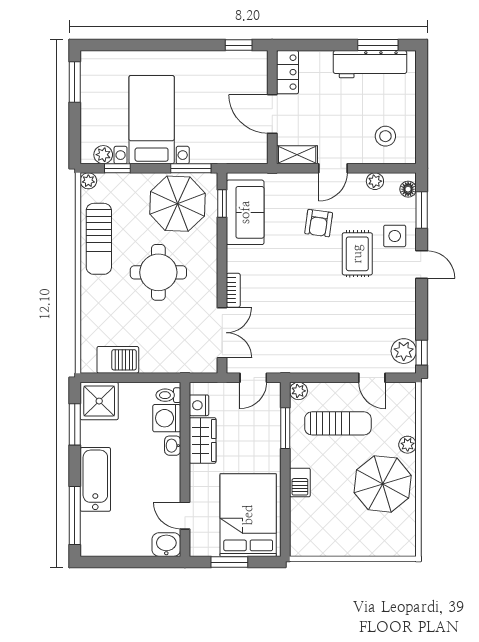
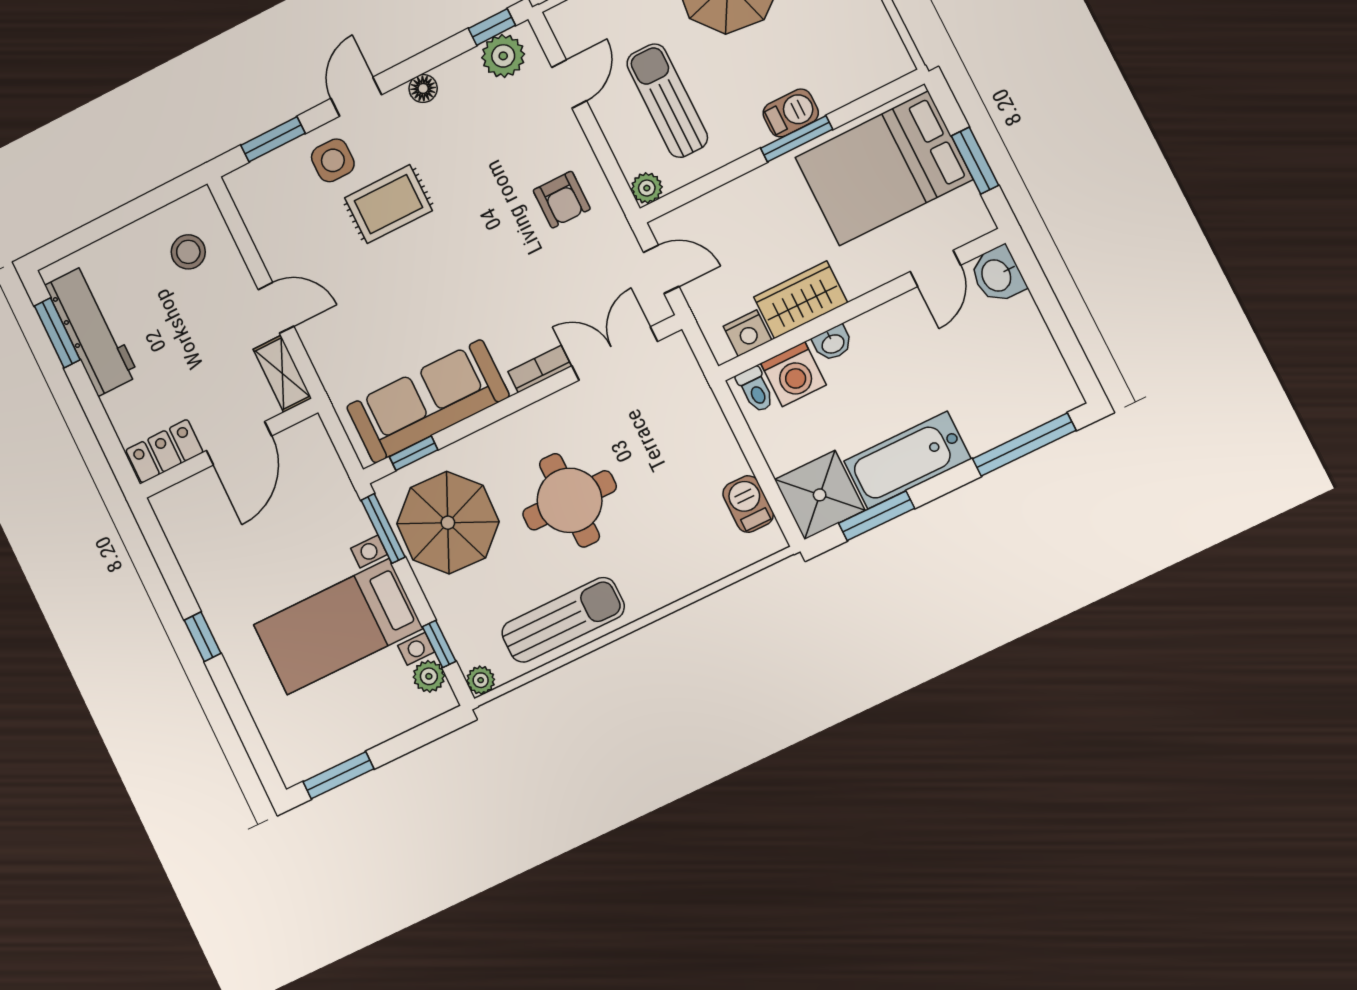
window: (239, 45) -> (203, 637), moved
plant: (375, 181) -> (264, 233), removed
floor lamp: (408, 189) -> (423, 88), moved
sofa: (245, 212) -> (428, 401), width x1.36
armchair: (319, 223) -> (562, 200), moved, turned 82
barbecue: (118, 360) -> (748, 504), width x0.73, depth x0.79
window: (285, 428) -> (797, 139), moved
bathtub: (95, 479) -> (907, 460), moved

